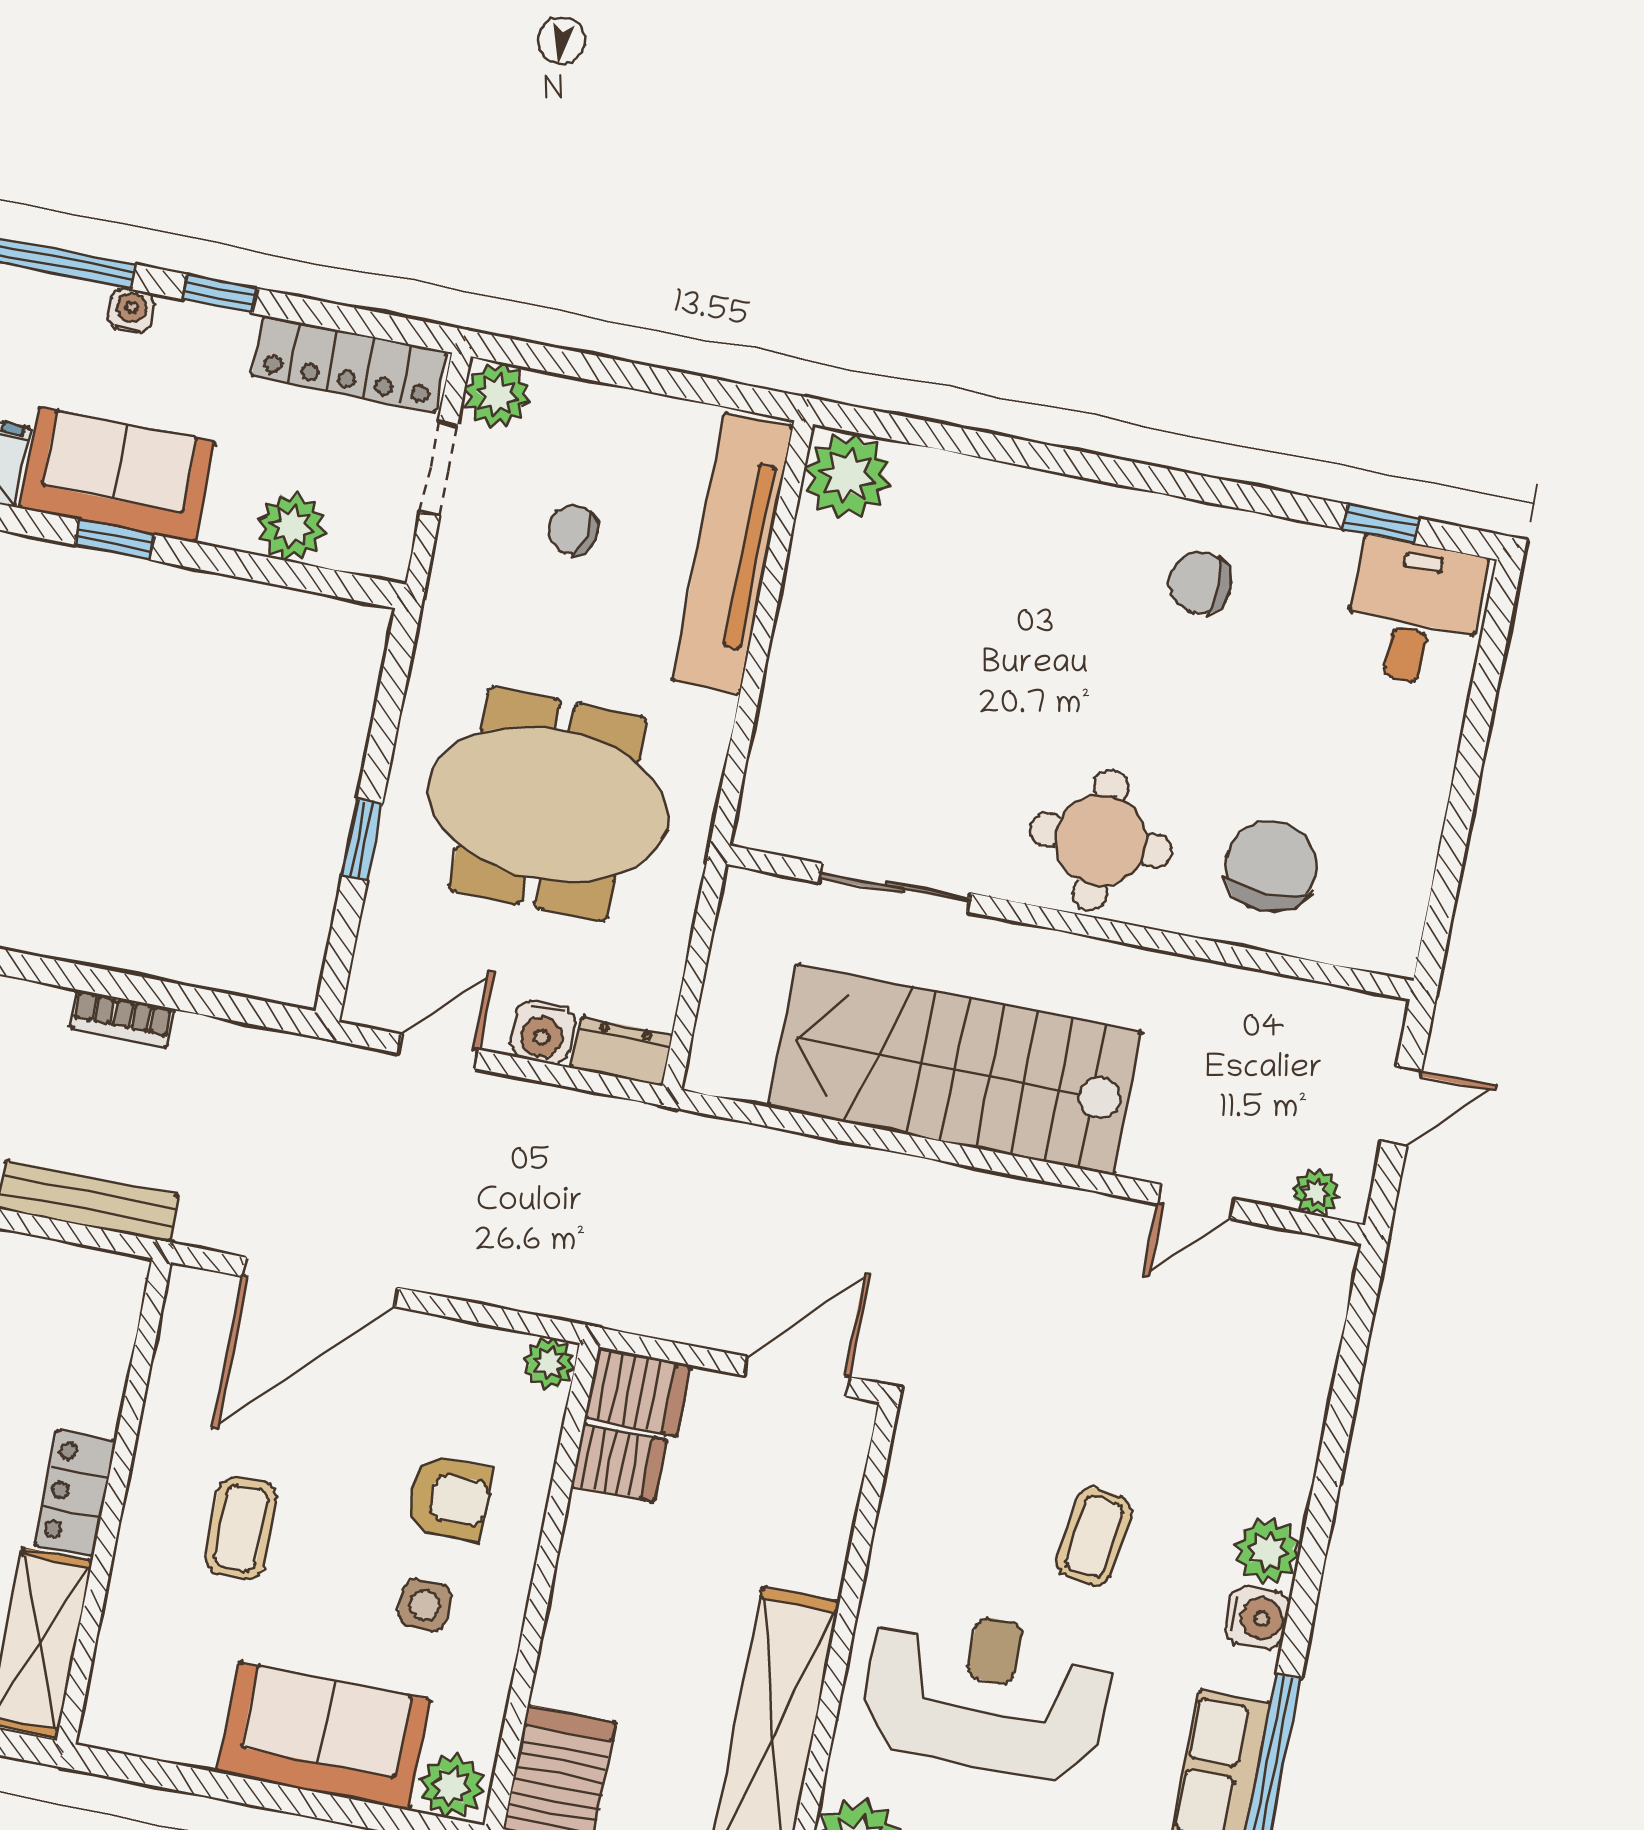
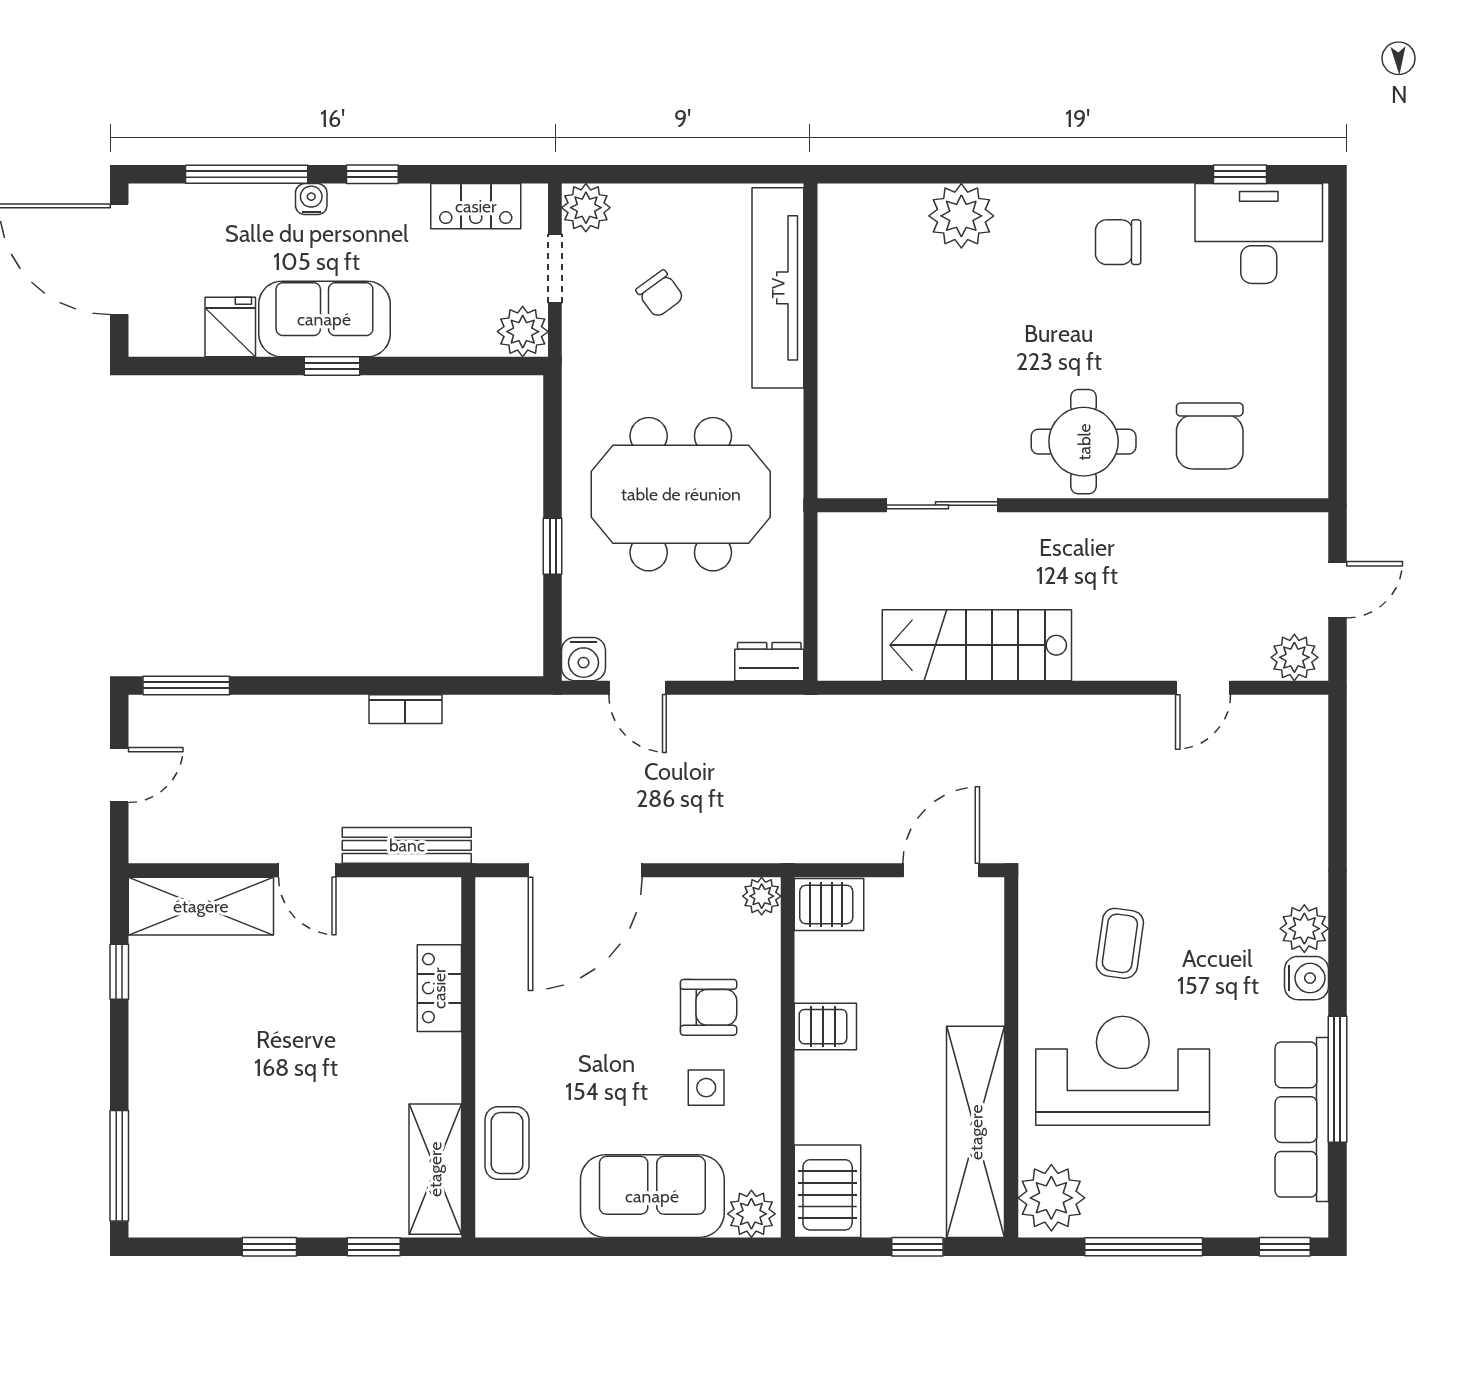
locker: (350, 364) -> (476, 206), width x0.66
plant: (848, 476) -> (961, 216), moved
plant: (292, 527) -> (523, 332), moved
chair: (573, 530) -> (660, 294), turned -139
desk: (1414, 613) -> (1259, 234), width x1.37
chair: (1271, 866) -> (1210, 436), turned 180
water cooler: (543, 1032) -> (584, 659), moved
door: (438, 1051) -> (638, 688), swing flipped
stairs: (955, 1069) -> (977, 645), width x0.73, depth x0.66
plant: (1316, 1192) -> (1294, 657), width x1.38, depth x1.38
server rack: (619, 1463) -> (825, 1027), moved
locker: (75, 1493) -> (439, 988), moved
coffee table: (241, 1528) -> (507, 1143), moved
coffee table: (1094, 1536) -> (1120, 943), moved

